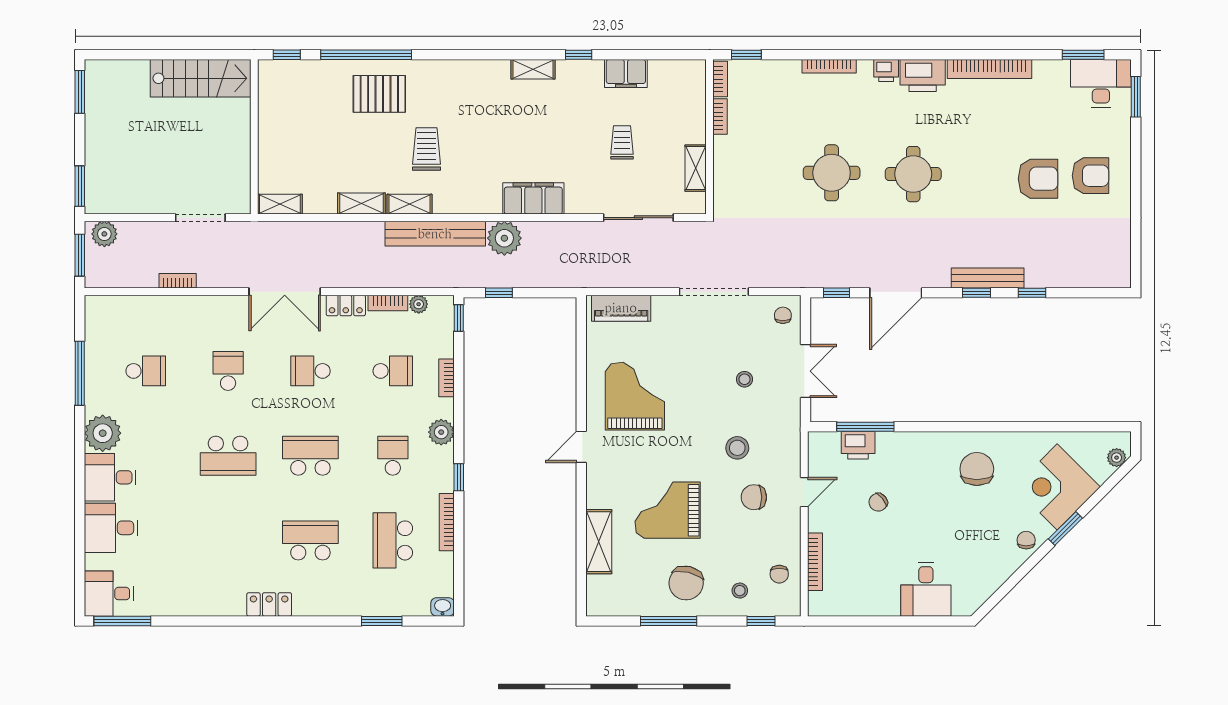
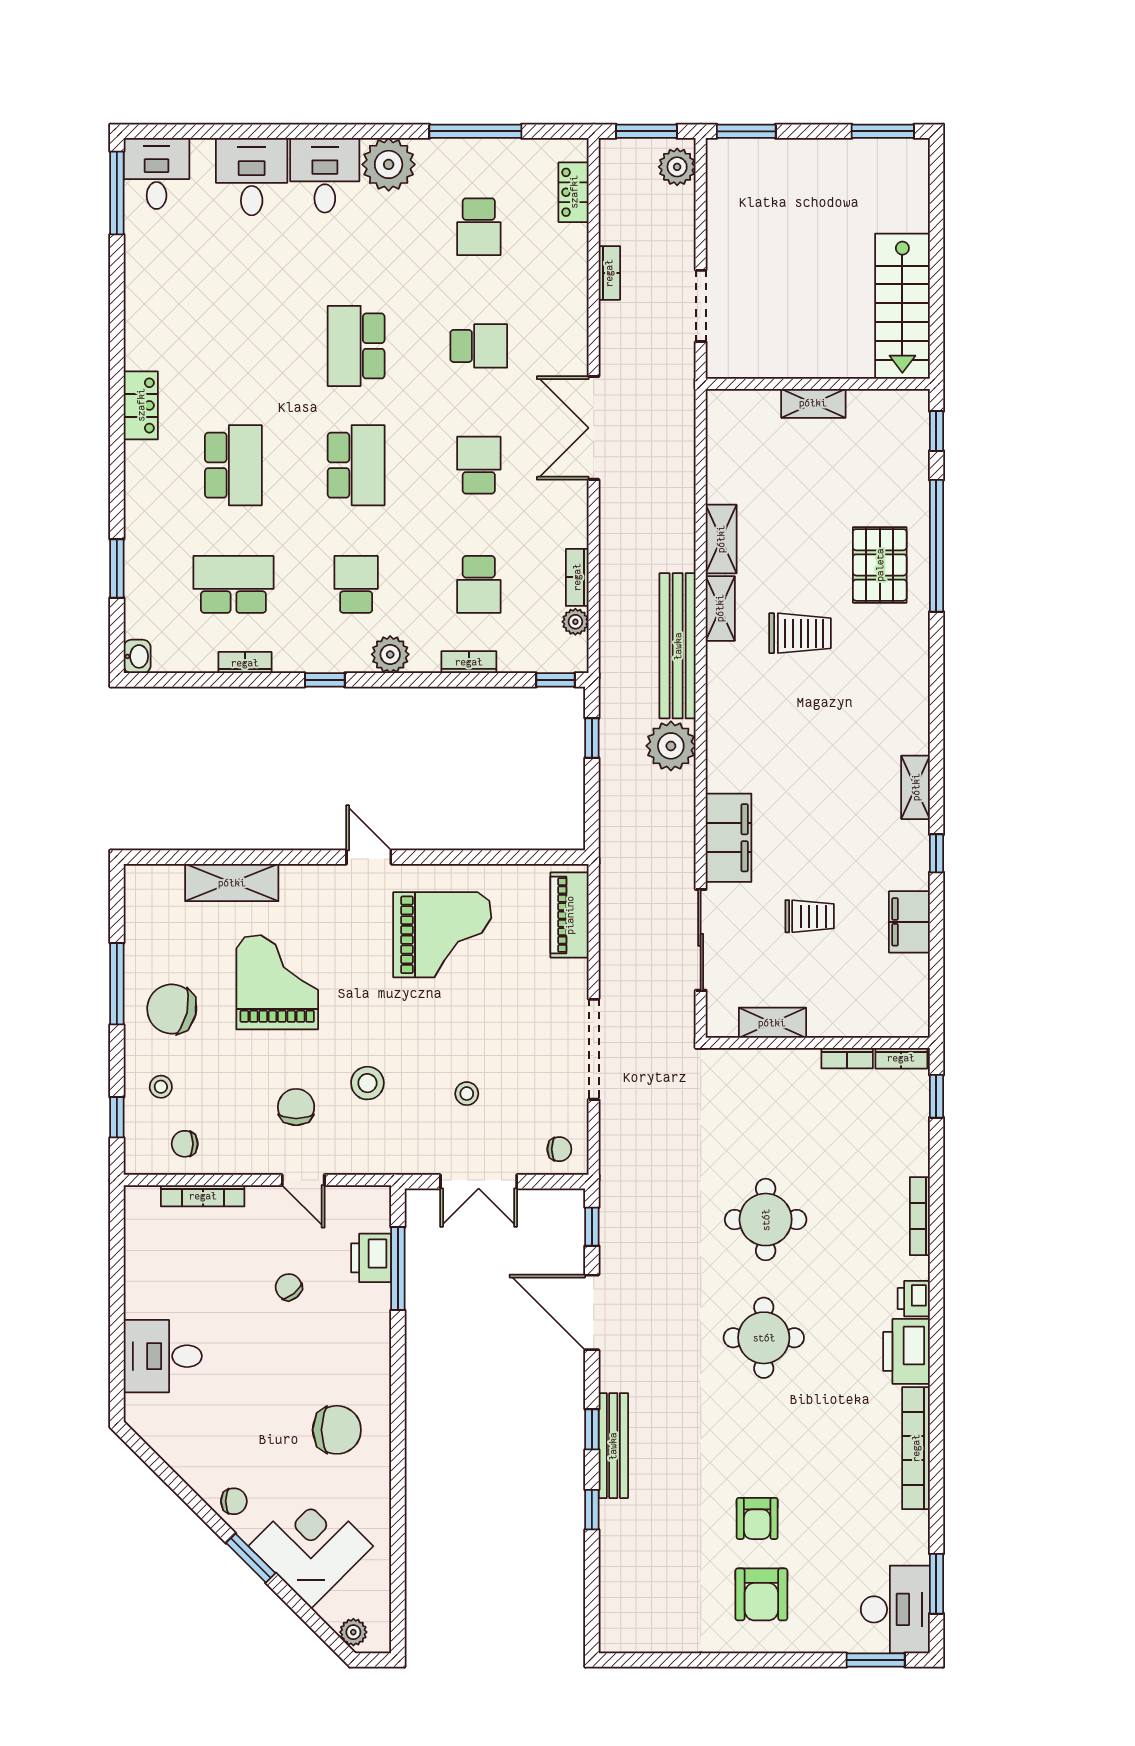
armchair: (1038, 179) -> (757, 1519), width x0.72, depth x0.72
filing cabinet: (533, 198) -> (729, 838), moved
shelving: (280, 204) -> (813, 403), moved, turned 90
locker: (346, 305) -> (574, 192), moved
school desk: (393, 456) -> (356, 584), turned -90
bookcase: (447, 522) -> (245, 663), width x0.64

